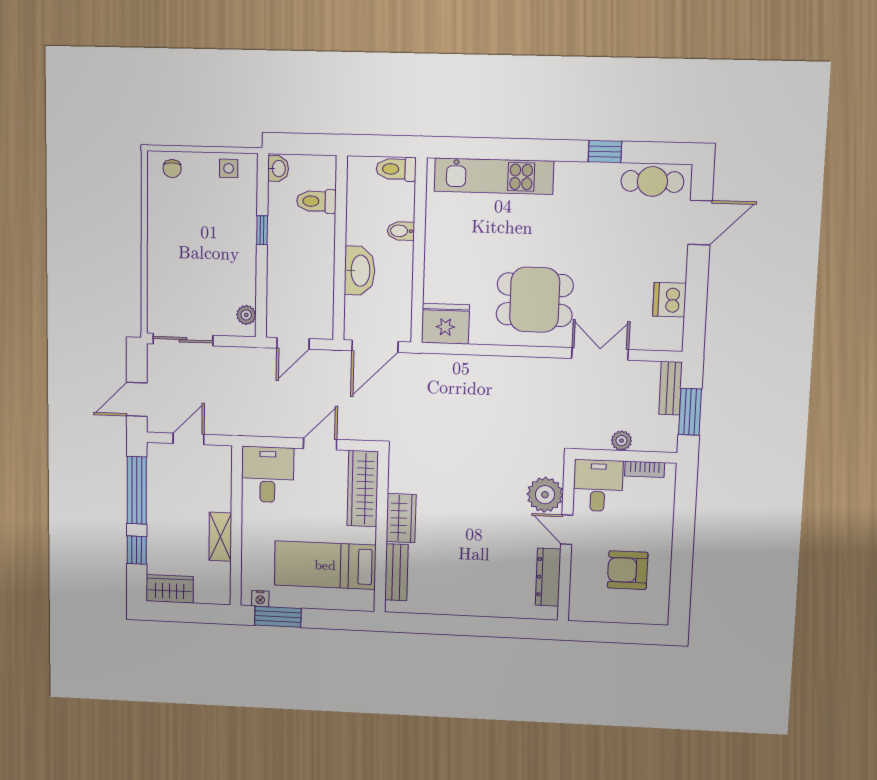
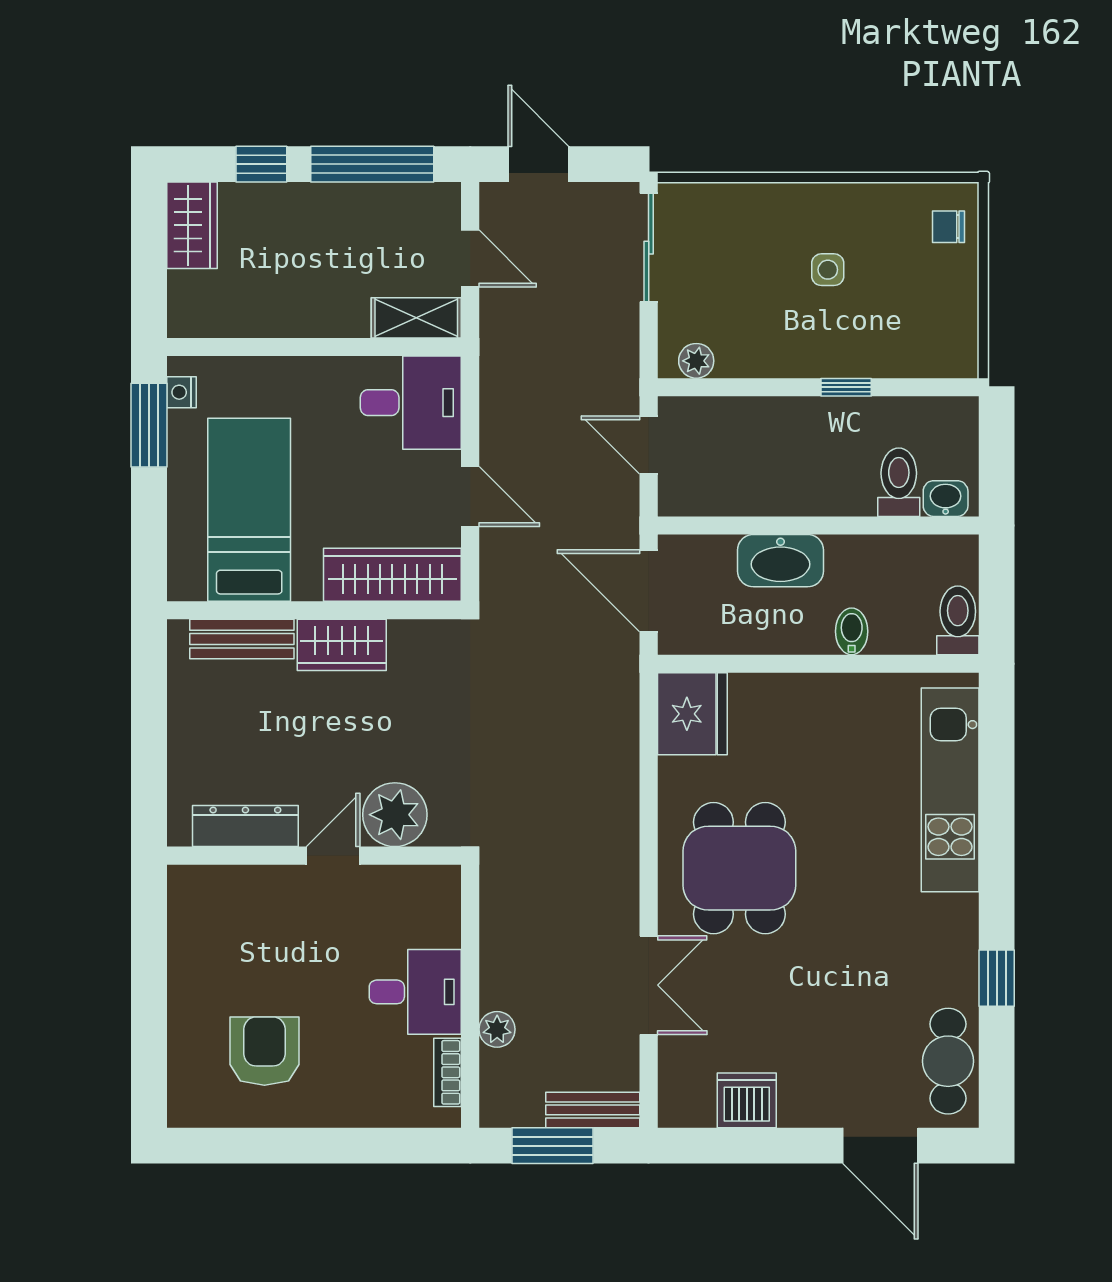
side table: (229, 168) -> (828, 270), moved
washbasin: (278, 169) -> (946, 499), moved, turned 180
plant: (545, 495) -> (395, 815), moved
door: (567, 530) -> (333, 856), moved
shelving: (220, 537) -> (416, 318), moved
wall: (566, 540) -> (314, 856), moved
dresser: (548, 577) -> (245, 826), moved

